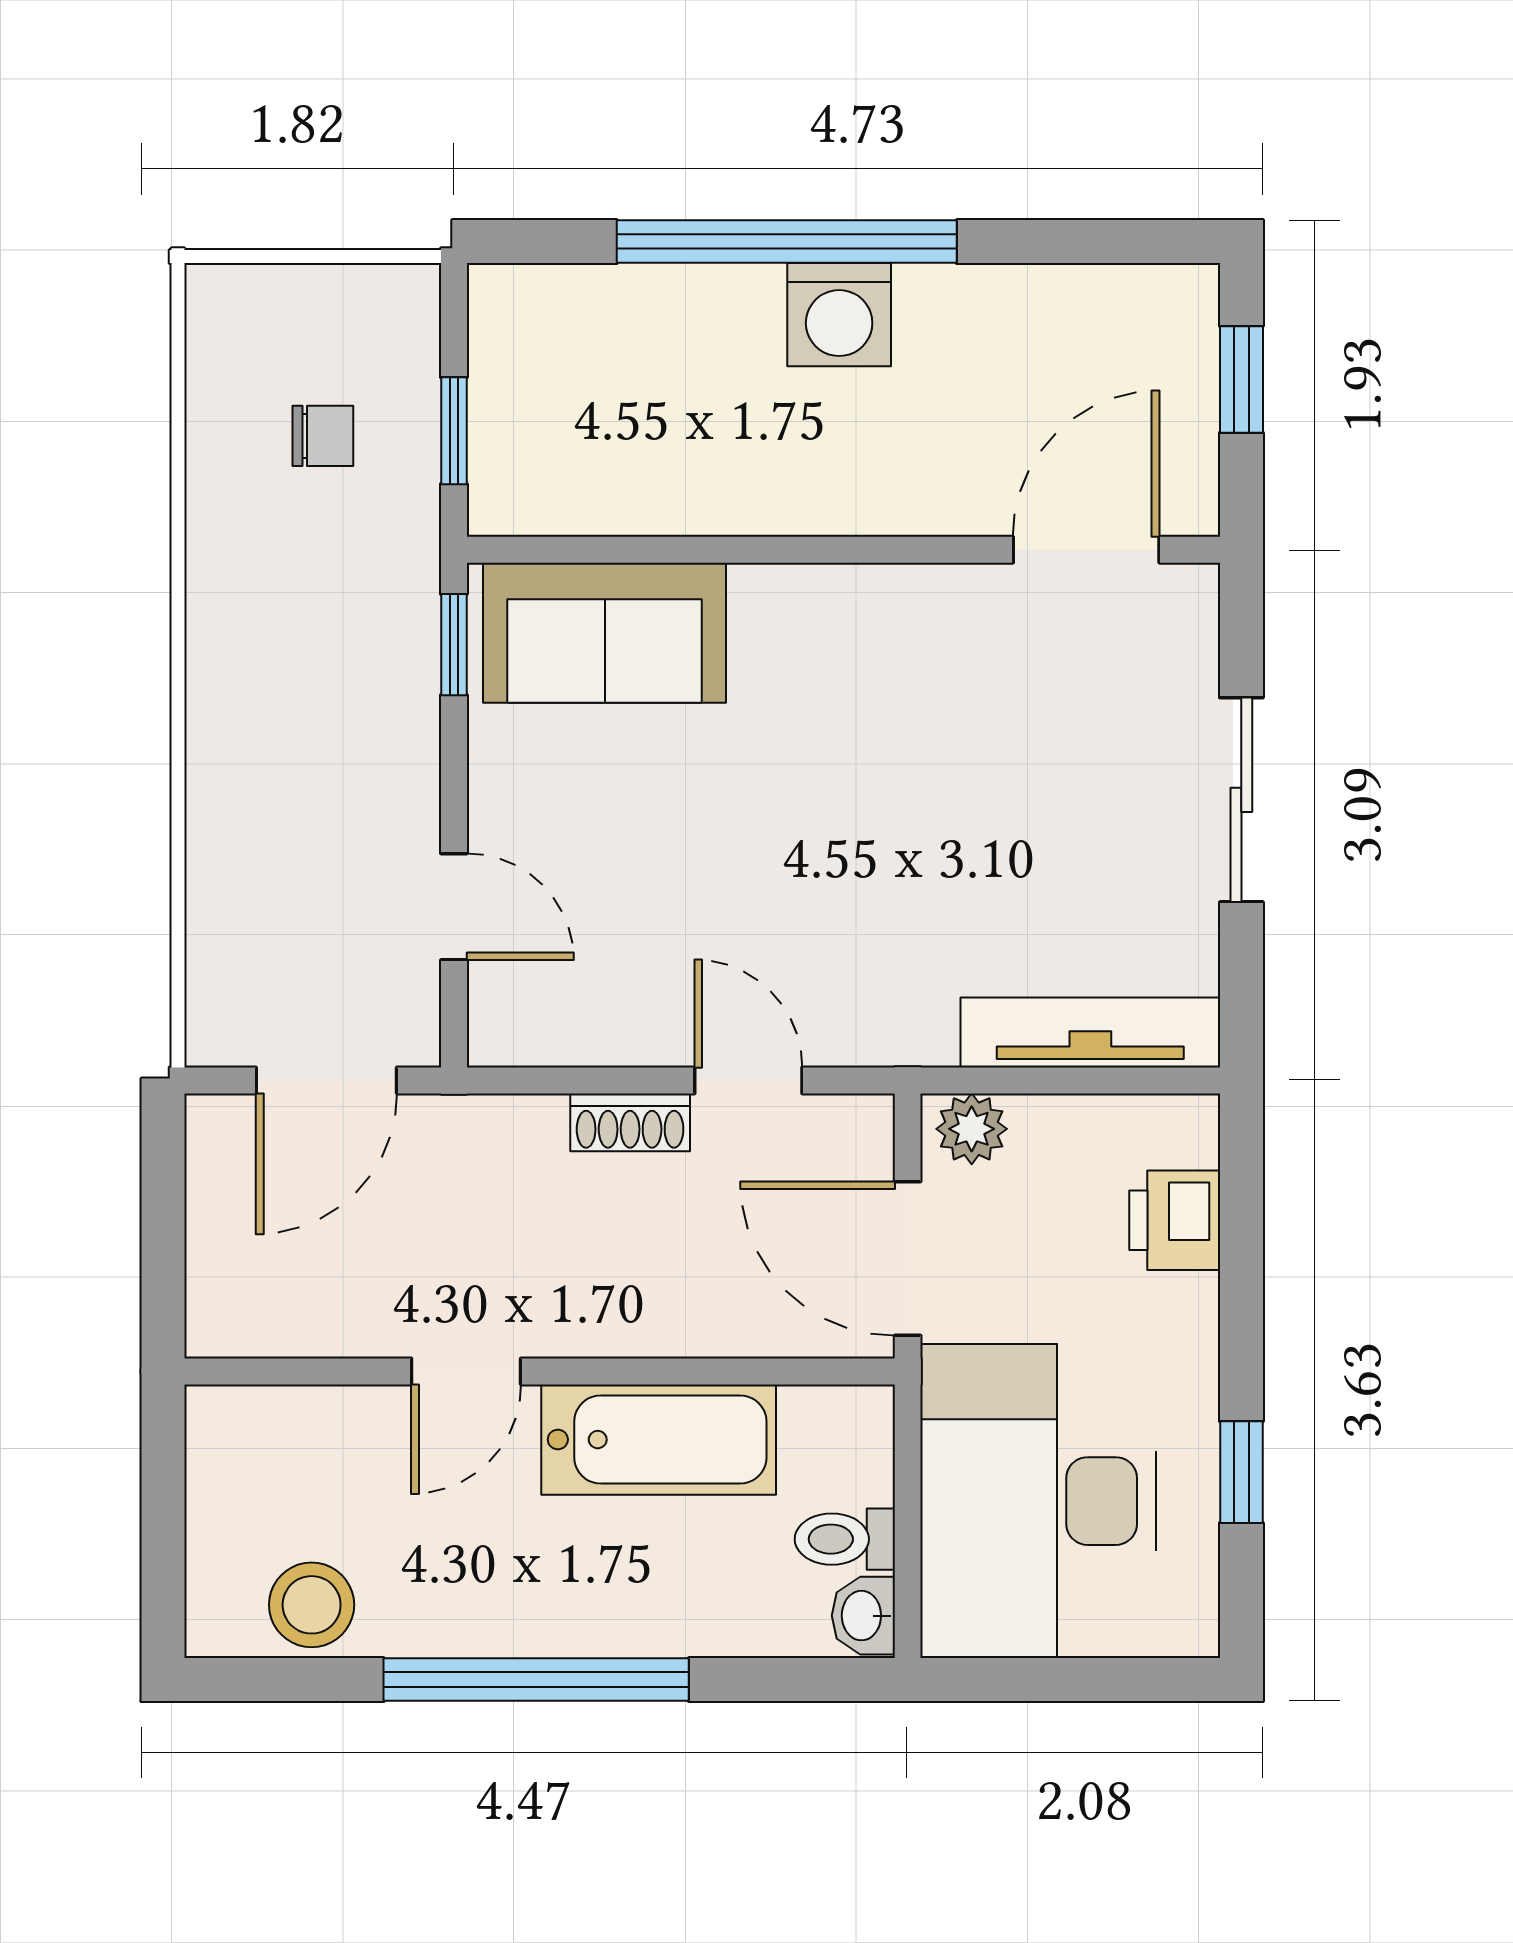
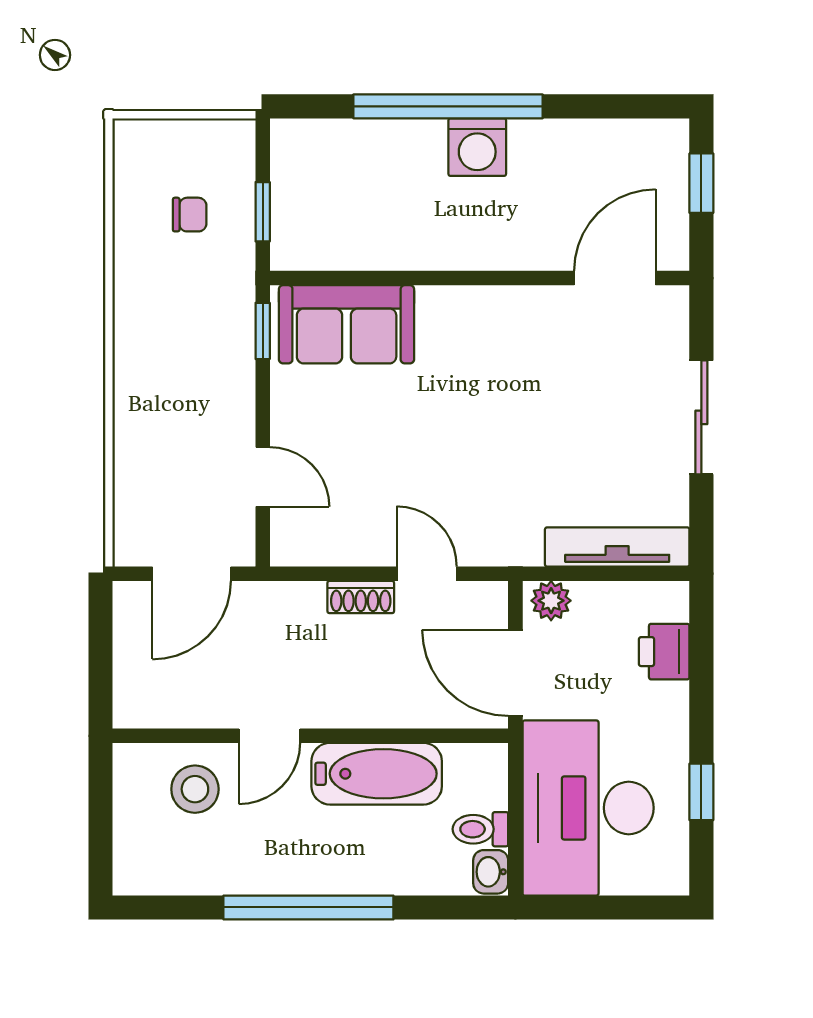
stool: (312, 1605) -> (195, 789), moved

